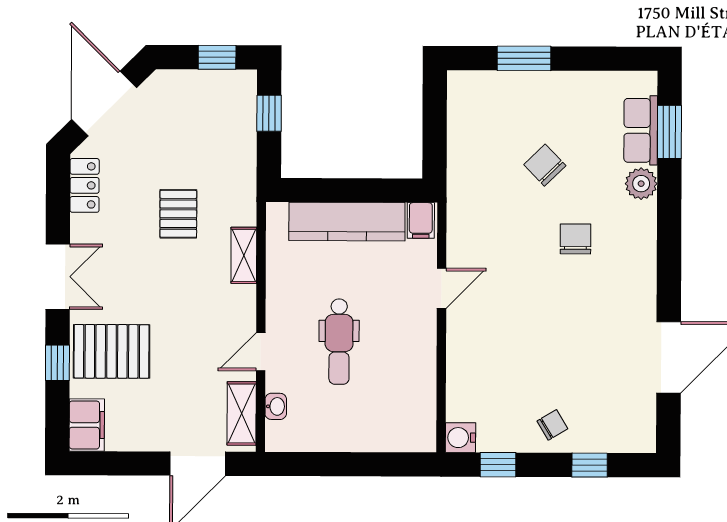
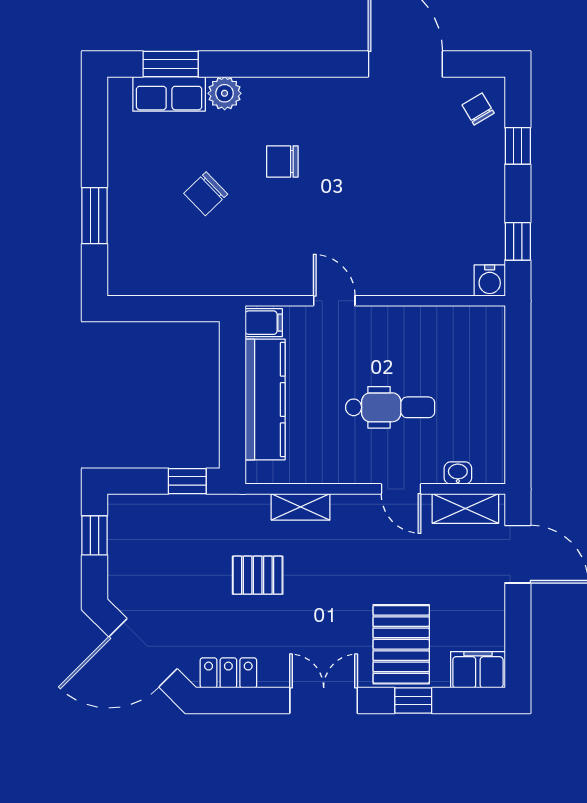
window: (269, 113) -> (187, 481), moved
chair: (552, 425) -> (478, 109), moved

